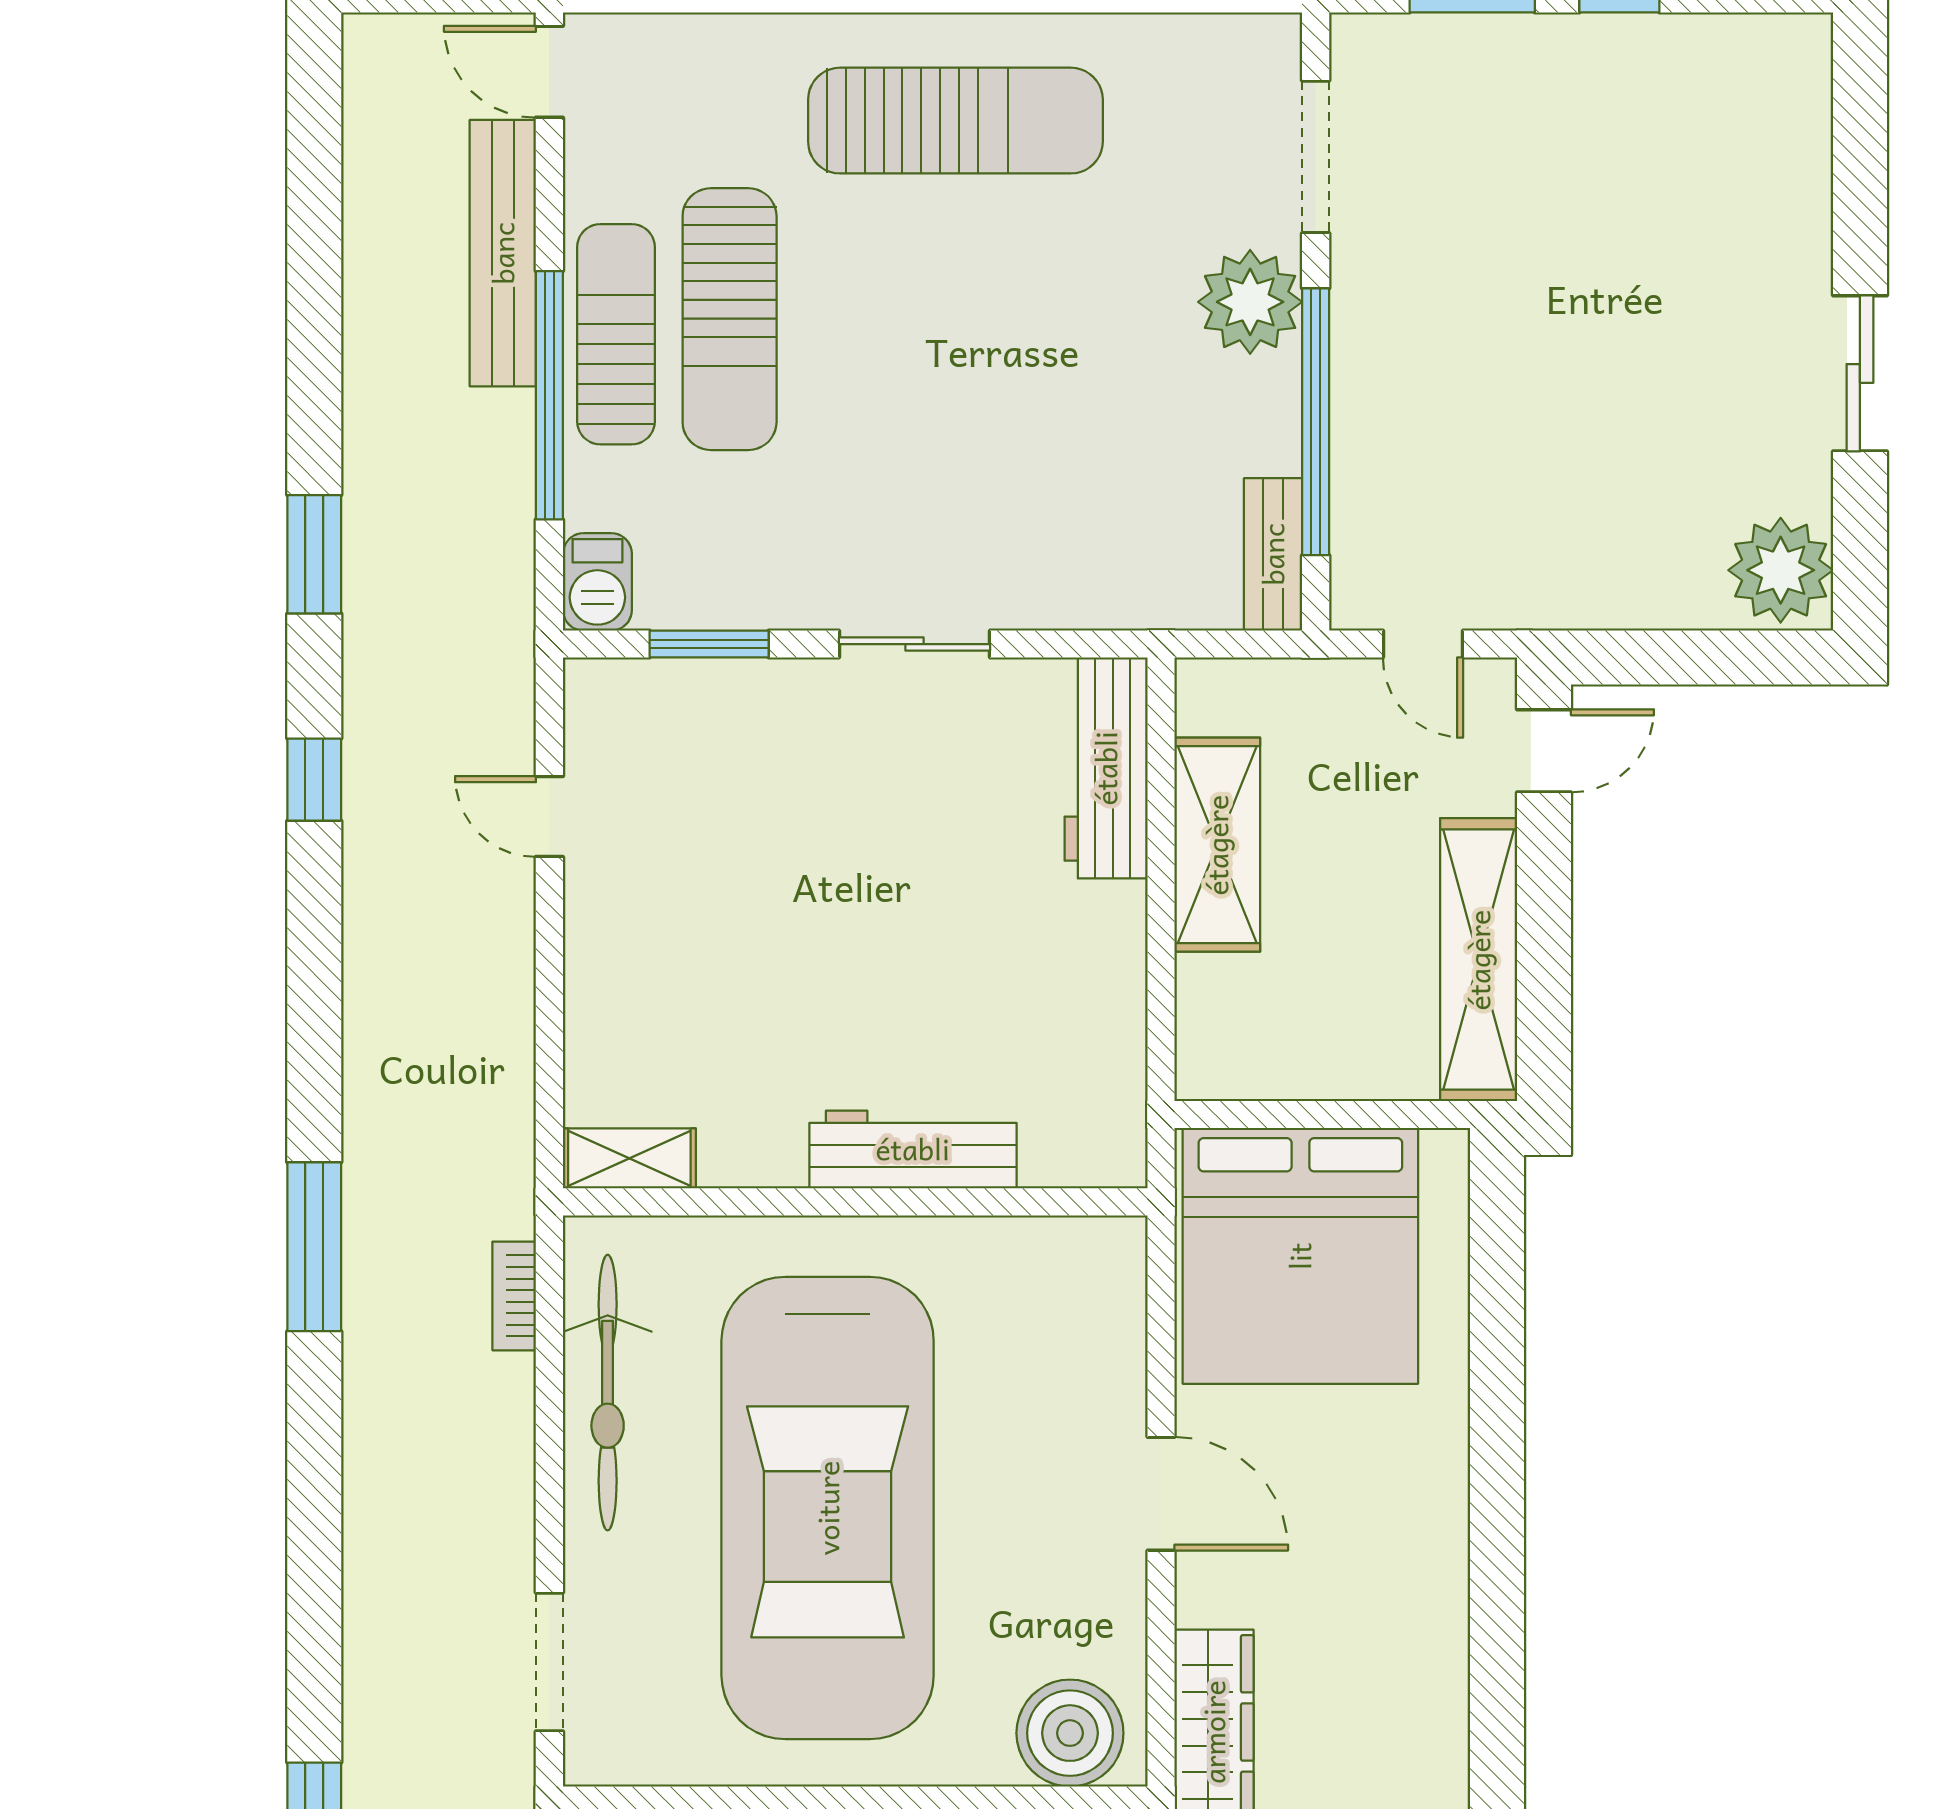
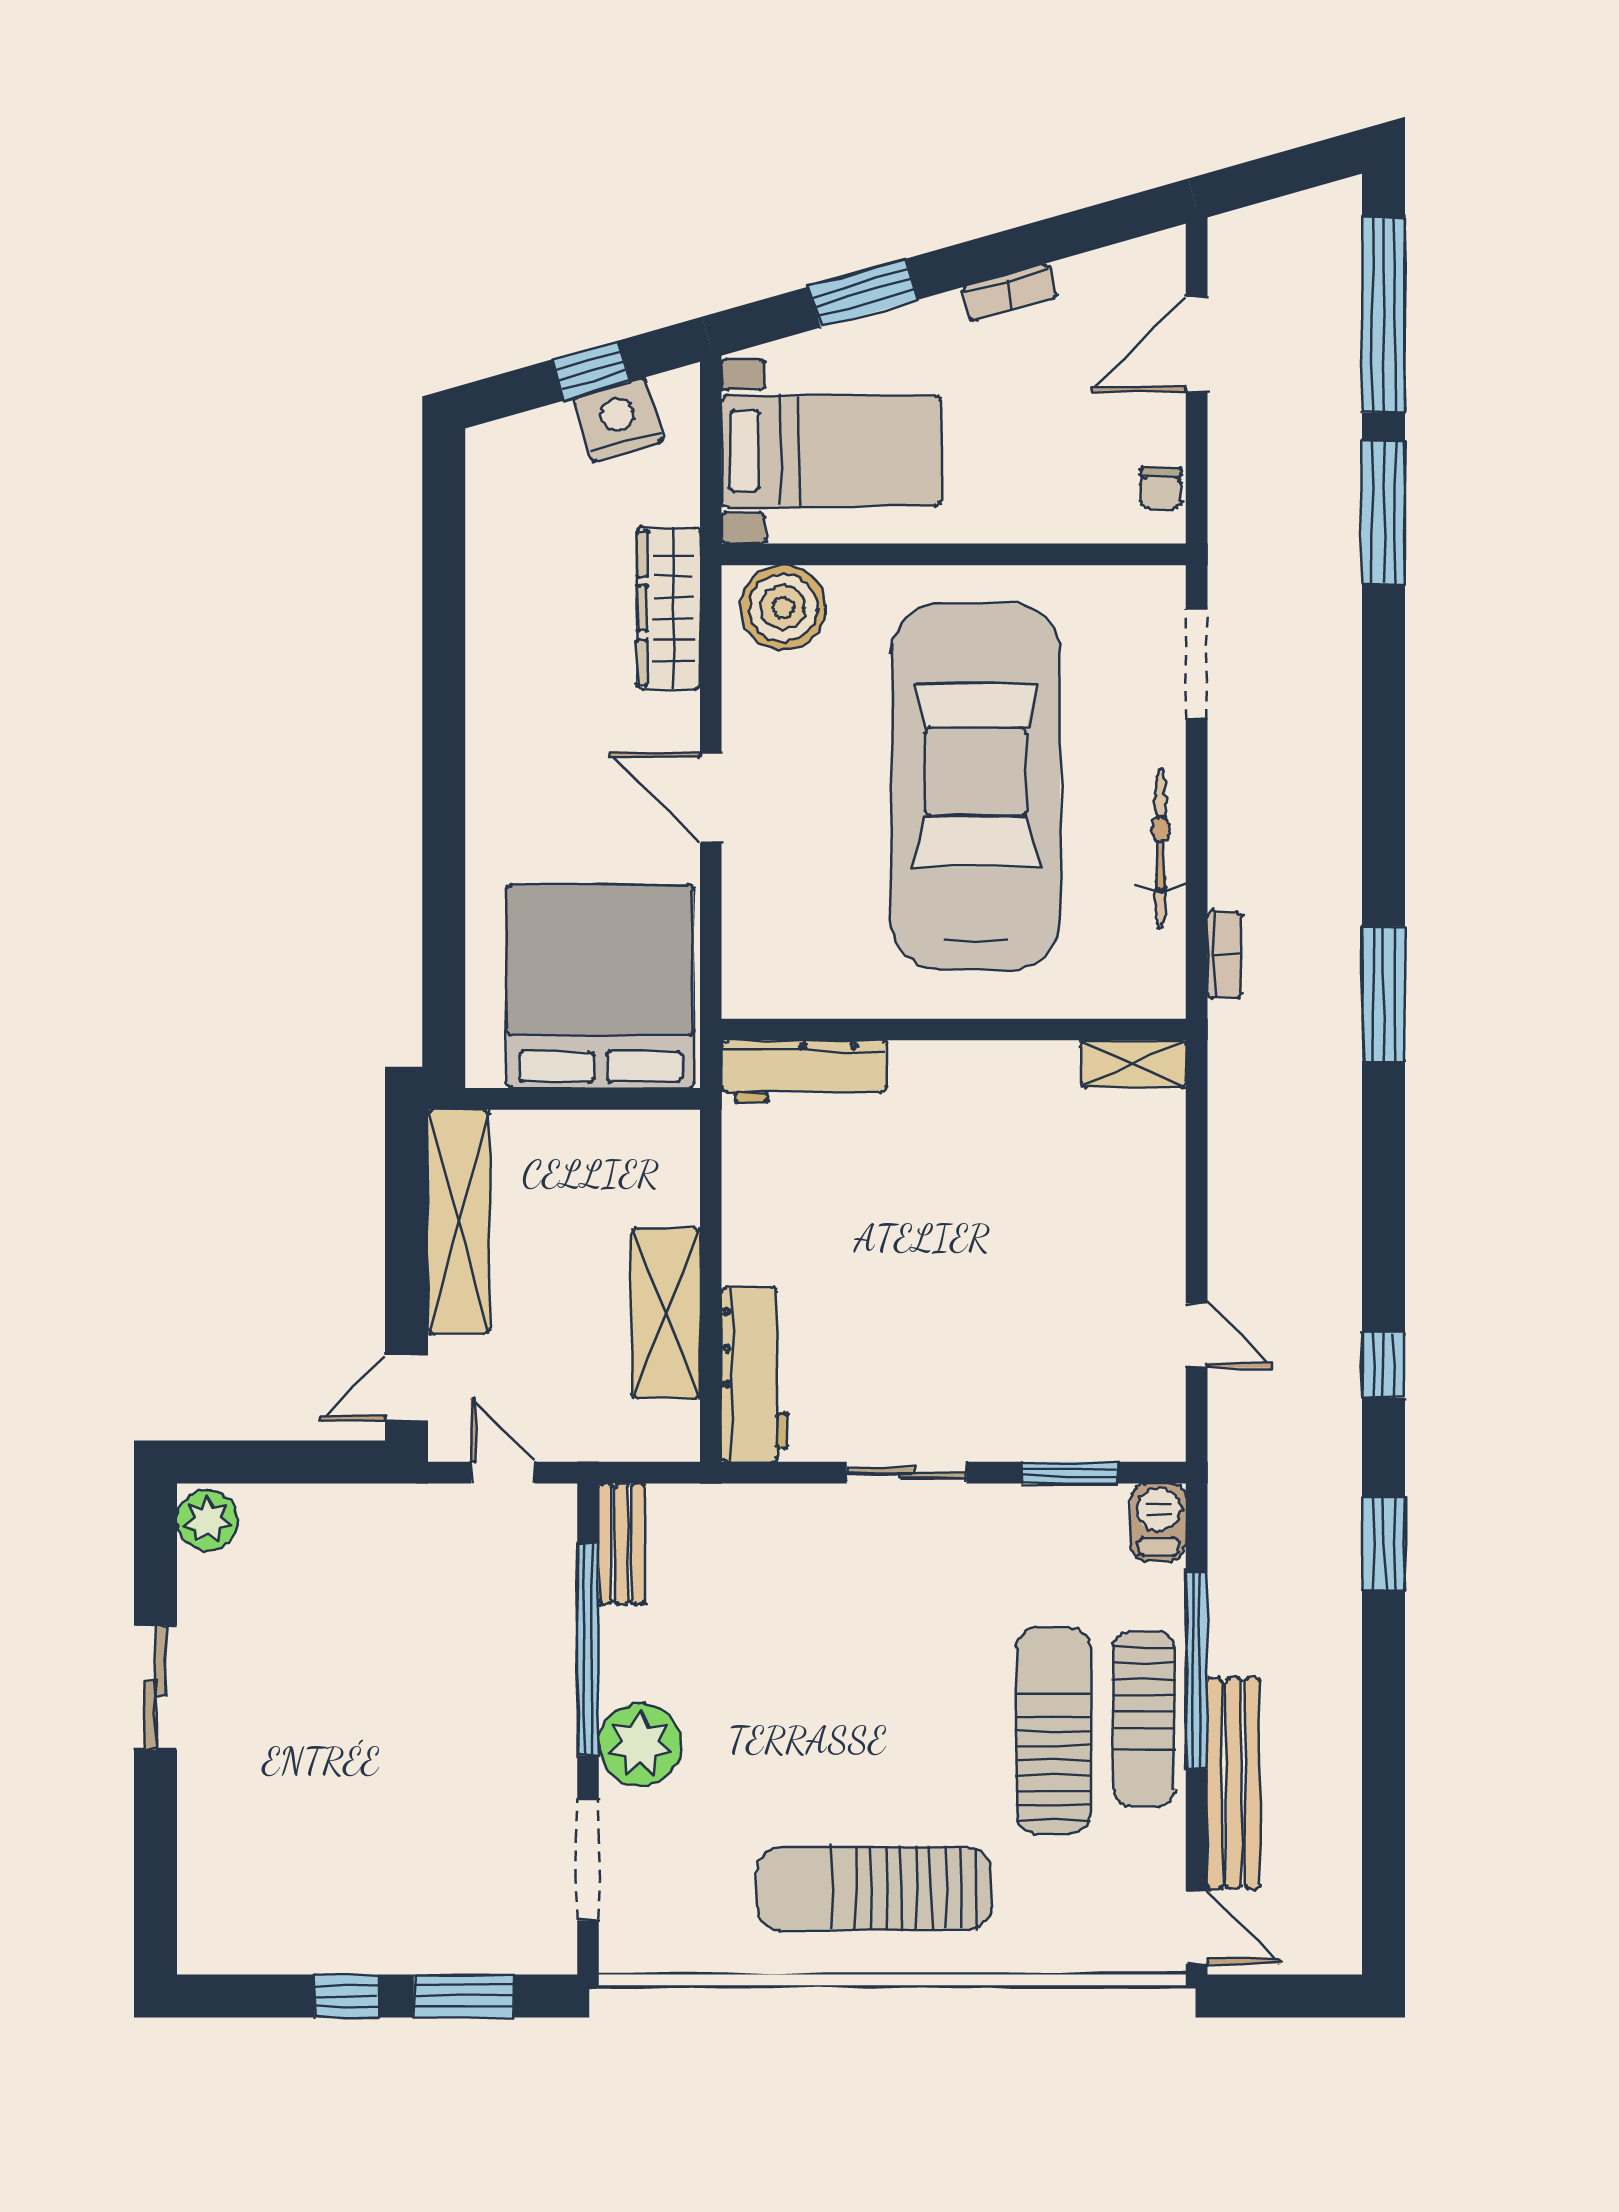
plant: (1781, 570) -> (207, 1520), width x0.73, depth x0.73
workbench: (913, 1149) -> (804, 1071), moved
bicycle: (608, 1393) -> (1161, 849), width x0.73, depth x0.71

